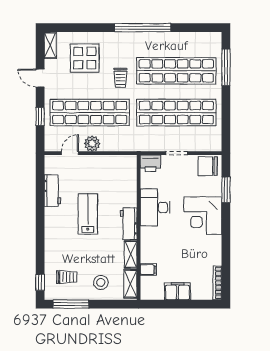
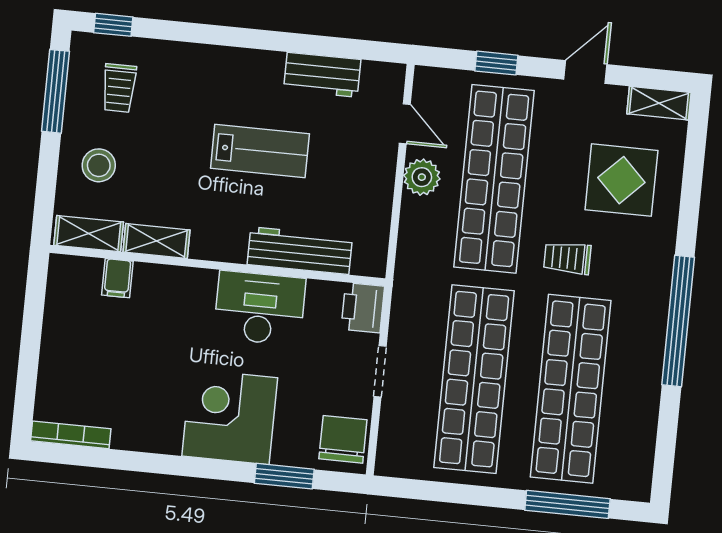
workbench: (129, 224) -> (300, 251), moved, width x1.38
filing cabinet: (177, 291) -> (61, 341), removed

